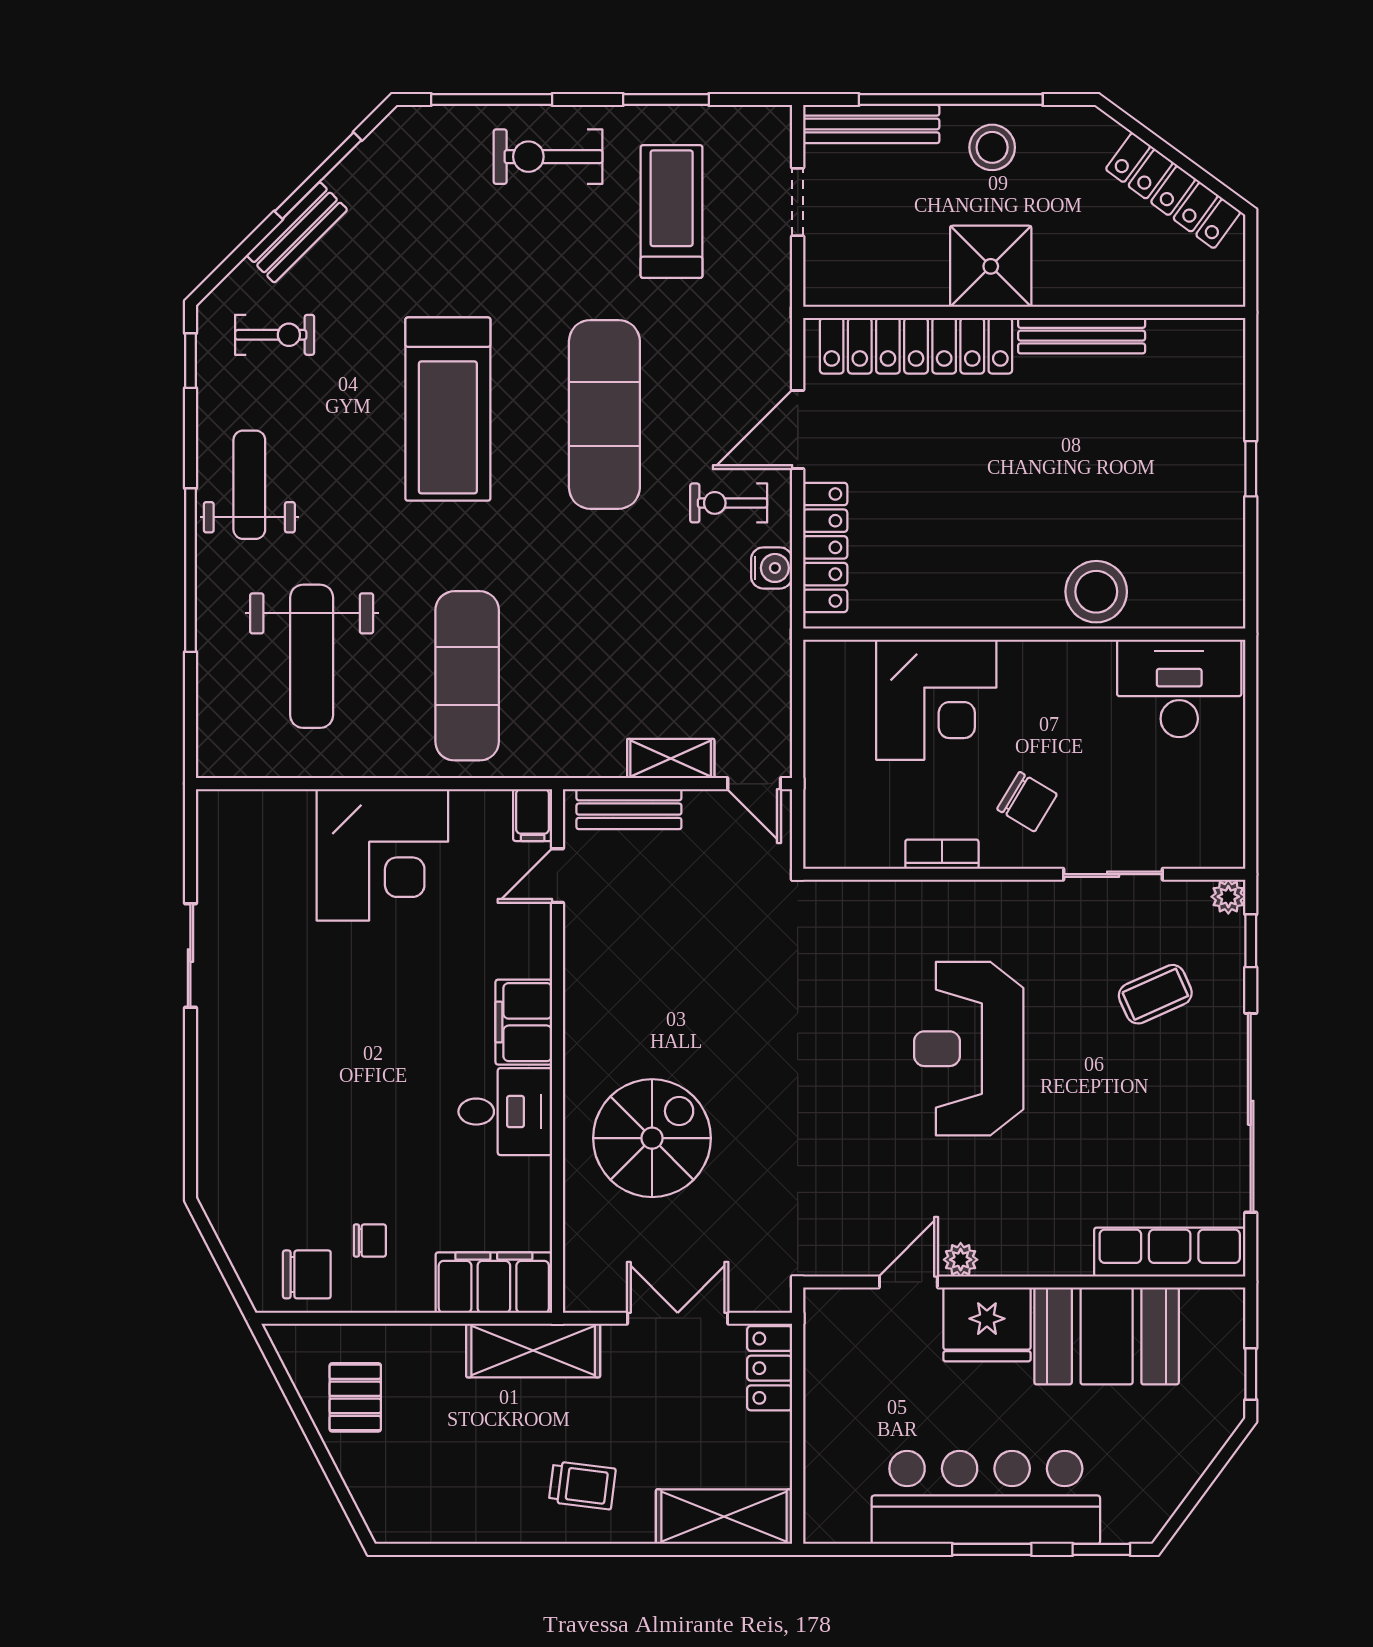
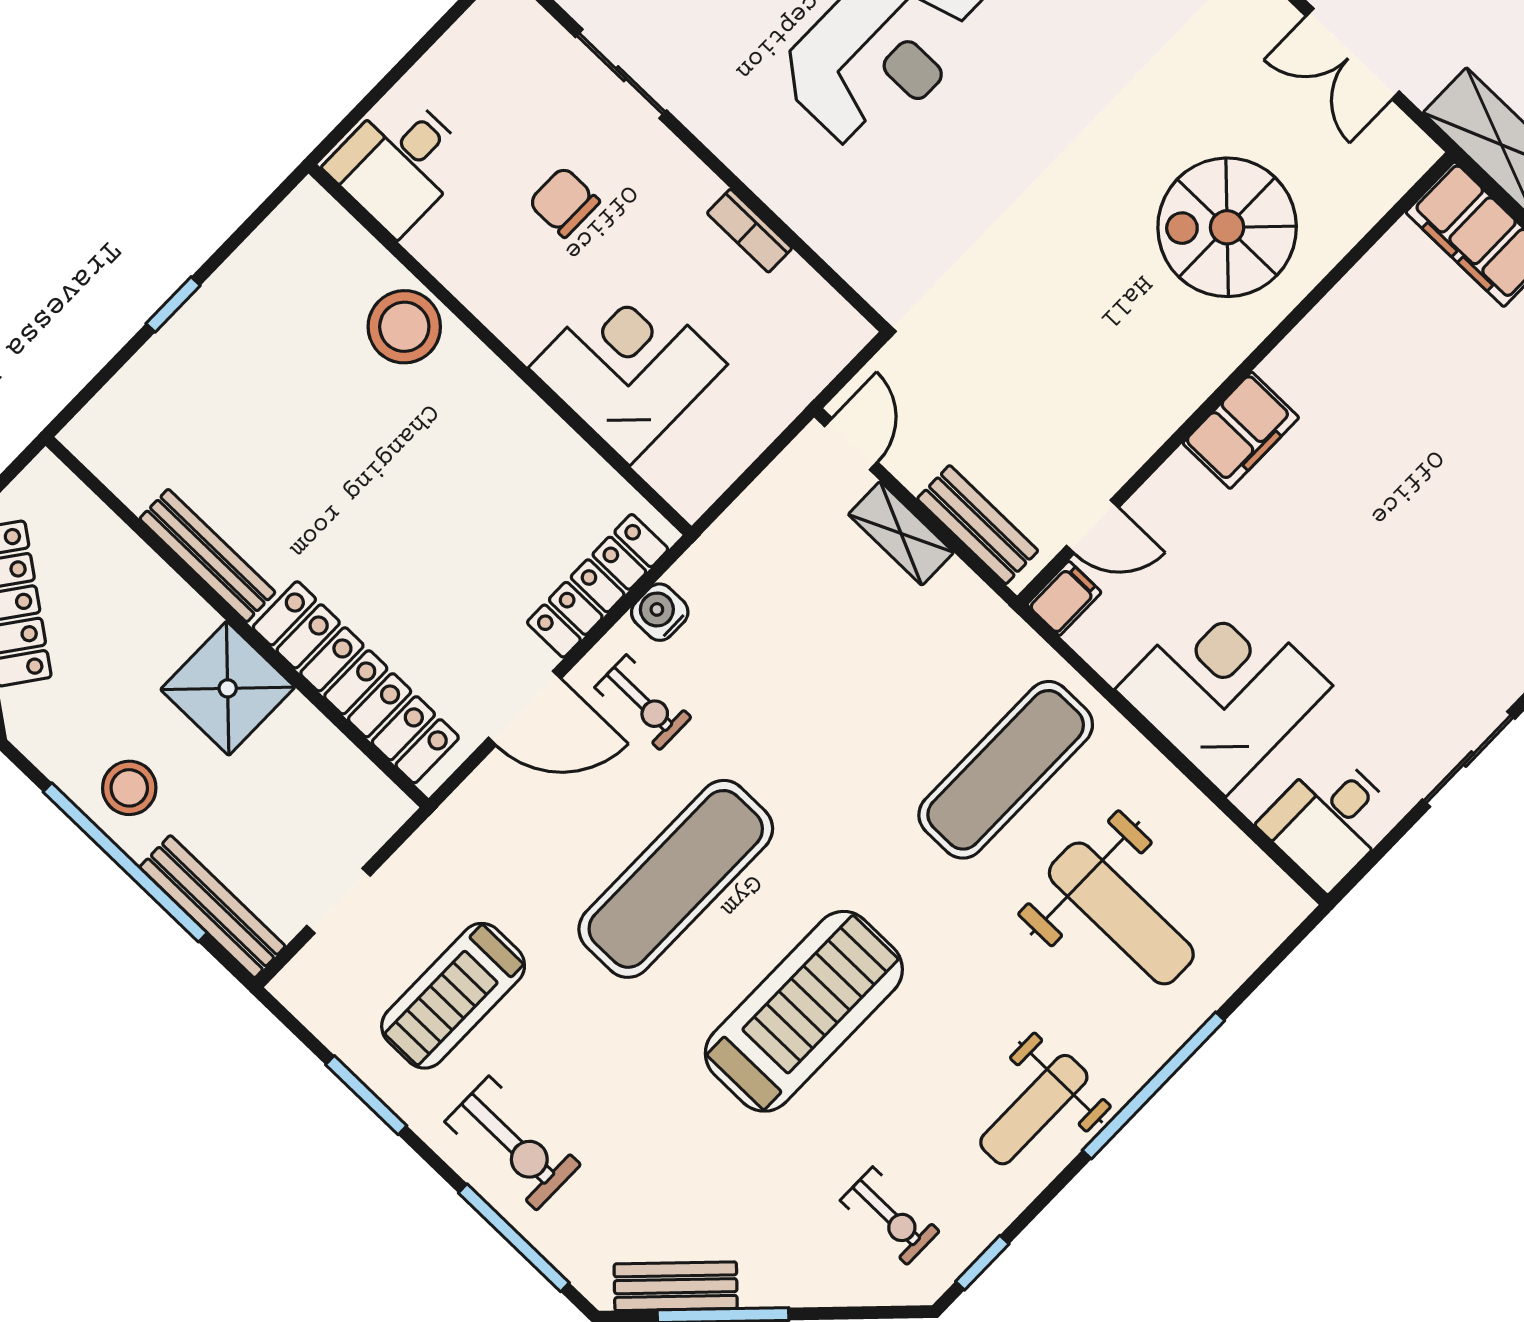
bench: (297, 232) -> (676, 1286), moved
exercise bike: (275, 335) -> (890, 1216), turned 180
weight bench: (312, 656) -> (1121, 913), turned 90
desk: (1179, 688) -> (399, 163), width x0.73
chair: (1027, 802) -> (564, 202), moved, turned -31
desk: (505, 1112) -> (1329, 820), moved, turned -90

